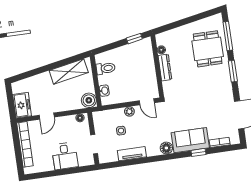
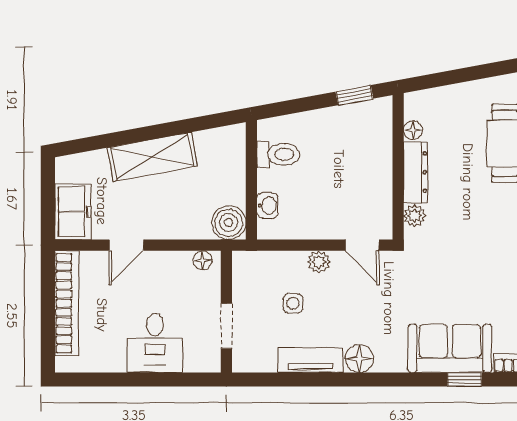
shelving: (69, 71) -> (152, 157), moved
plant: (167, 86) -> (415, 216), added
floor lamp: (166, 148) -> (359, 359), moved

